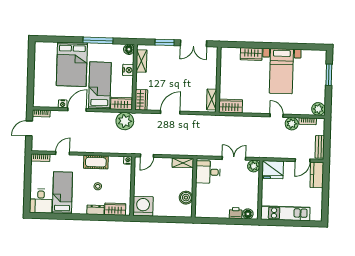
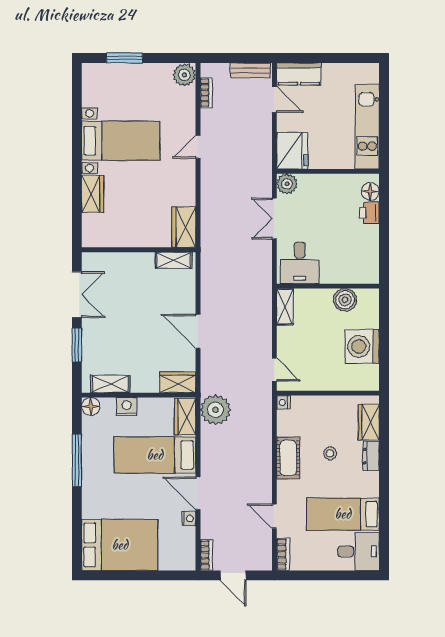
bed: (72, 64) -> (120, 545), moved
plant: (292, 124) -> (211, 120), removed
washing machine: (143, 206) -> (362, 346), moved

